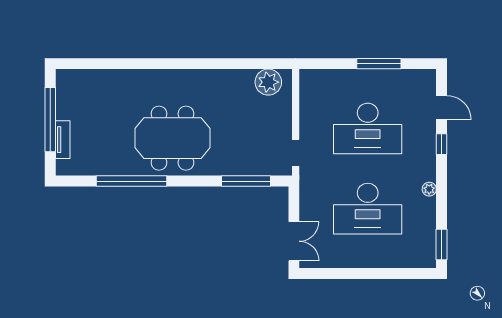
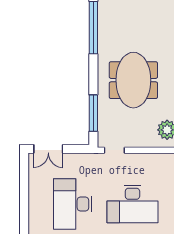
desk: (368, 129) -> (132, 204), turned -90
meeting table: (172, 138) -> (133, 80), moved

